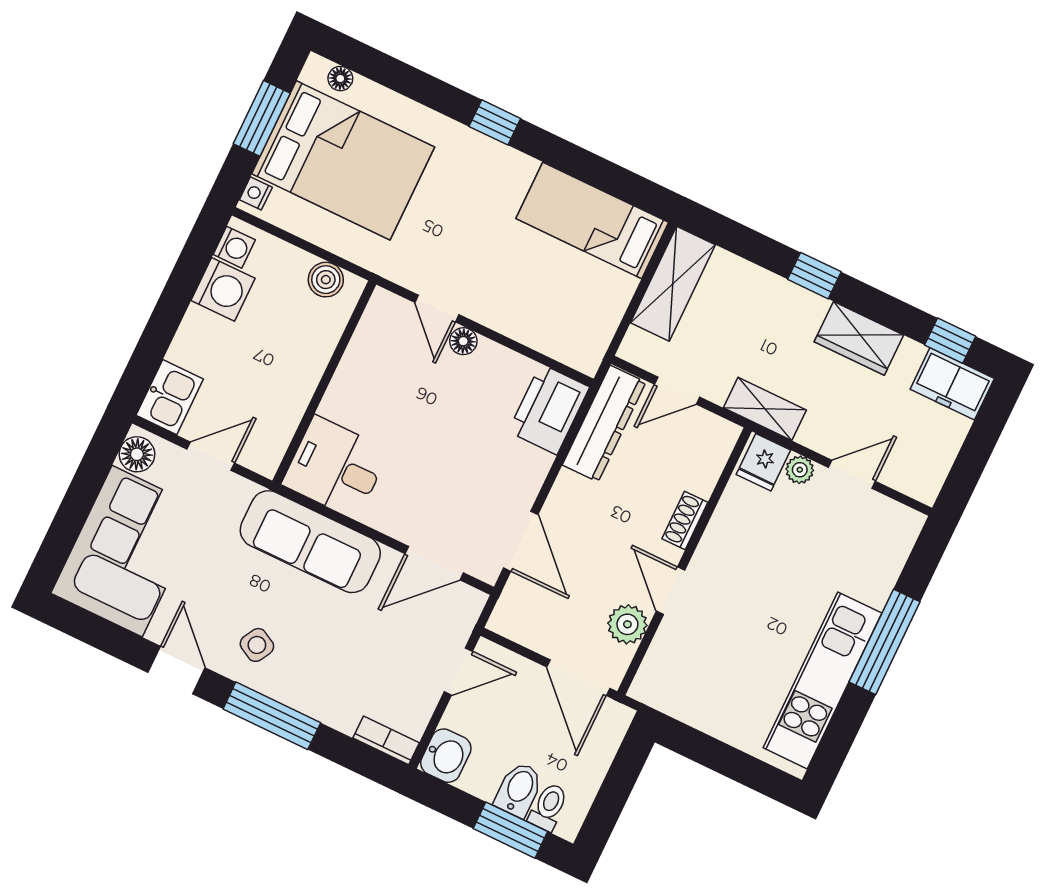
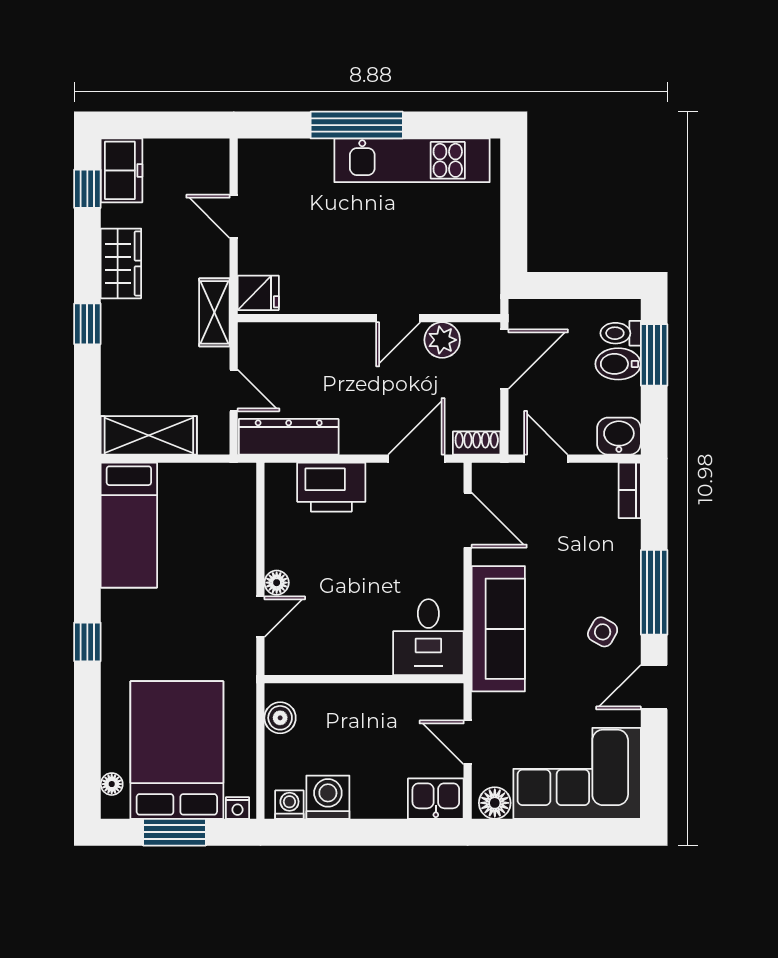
printer: (549, 409) -> (331, 487), moved
plant: (800, 470) -> (250, 260), removed
shoe rack: (685, 520) -> (477, 443), moved, turned 180

